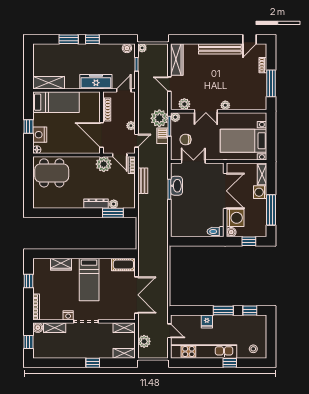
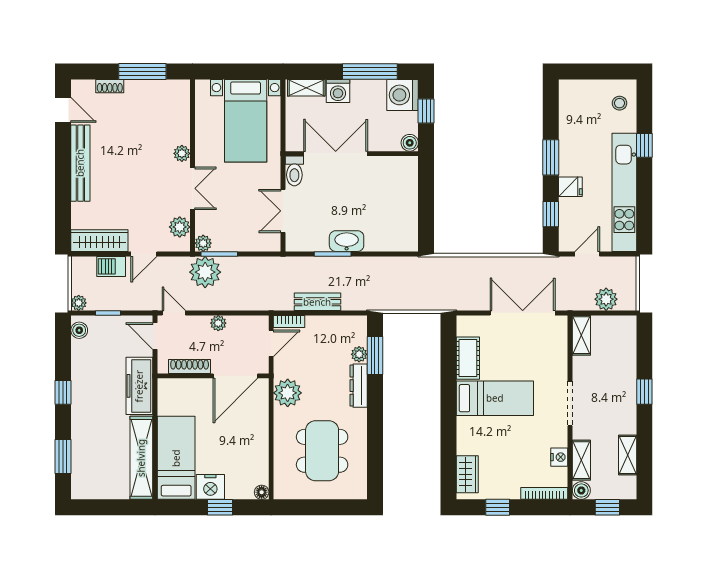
window: (69, 39) -> (63, 456), moved
shelving: (49, 83) -> (141, 458), width x1.47
nightstand: (40, 135) -> (210, 487), moved
barbecue: (162, 136) -> (111, 266), moved
chair: (185, 140) -> (243, 225), removed
door: (137, 141) -> (174, 313), moved
plant: (104, 164) -> (288, 393), moved
dining table: (52, 173) -> (322, 451), moved
washbasin: (177, 186) -> (347, 241), moved
washing machine: (235, 218) -> (403, 95), moved, turned -90
toilet: (216, 231) -> (294, 171), moved
wardrobe: (61, 264) -> (467, 474), moved
cot: (123, 264) -> (468, 358), moved
window: (250, 311) -> (551, 214), moved
nightstand: (68, 315) -> (559, 457), moved
shelving: (124, 353) -> (628, 455), moved

